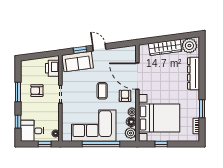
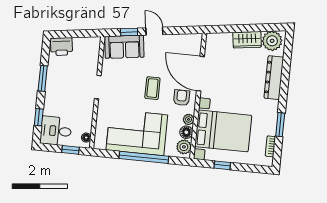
wardrobe: (165, 47) -> (247, 40), width x0.67
printer: (52, 68) -> (61, 47), moved, turned -98
armchair: (37, 91) -> (67, 79), removed

